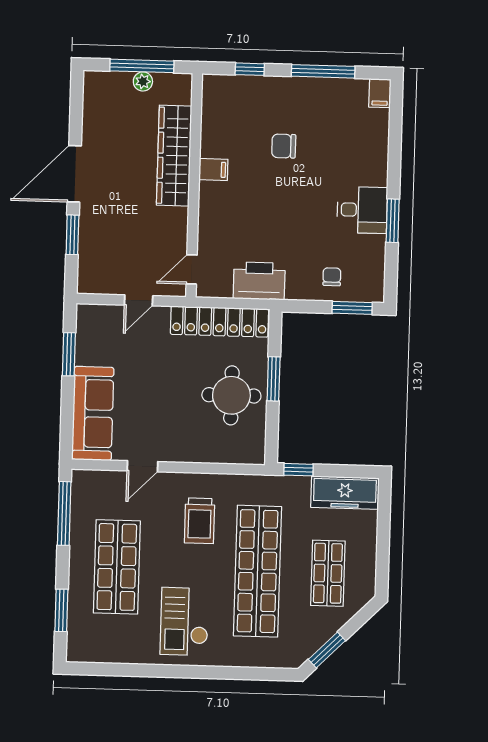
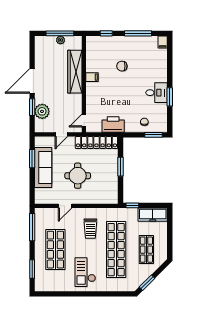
plant: (95, 245) -> (42, 111), added
round table: (231, 395) -> (78, 176), moved
sofa: (93, 413) -> (43, 167), moved

